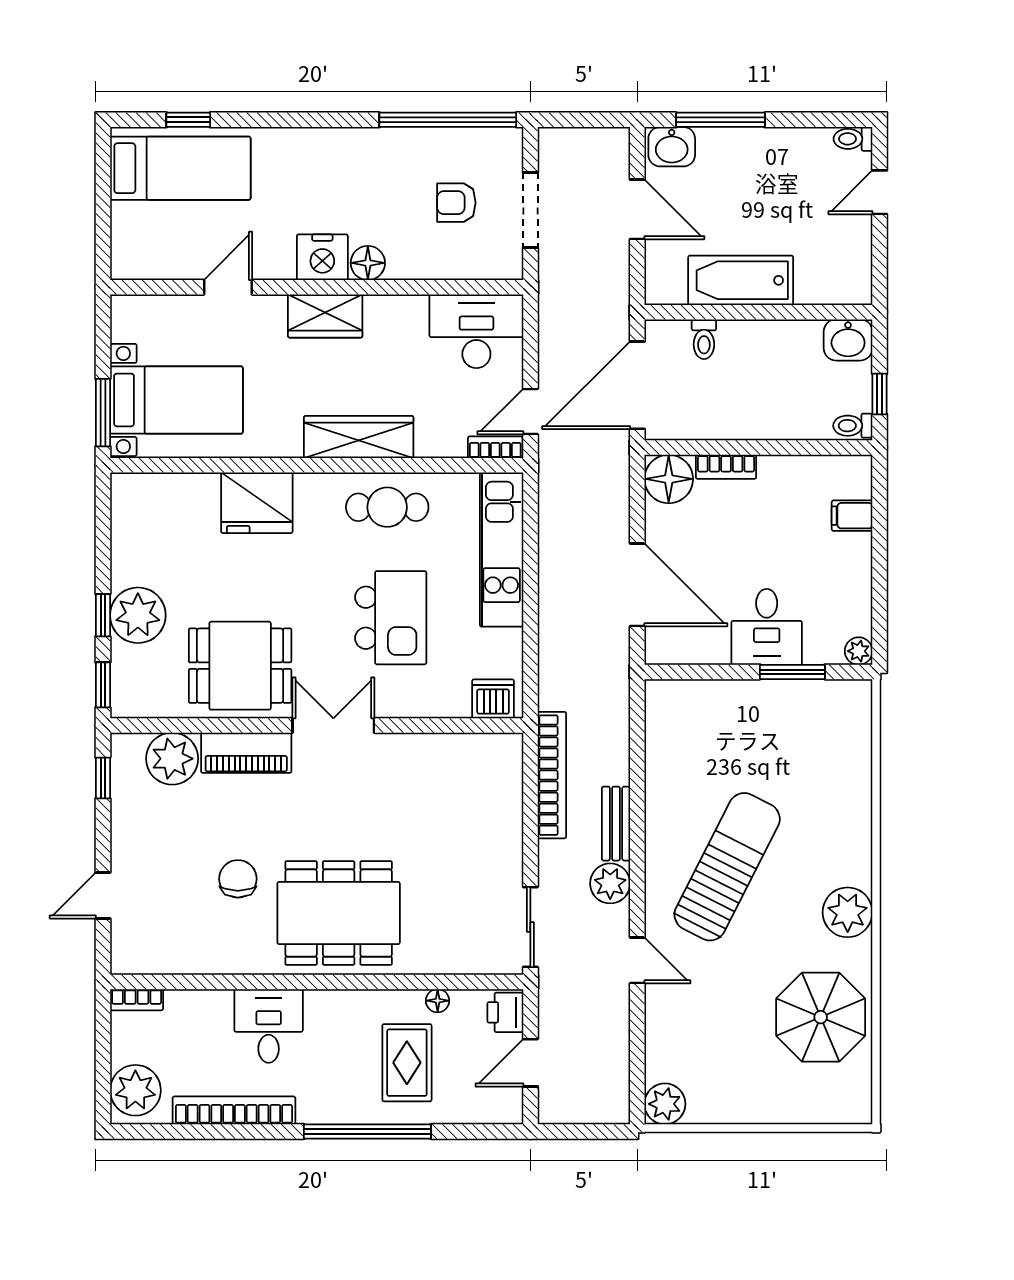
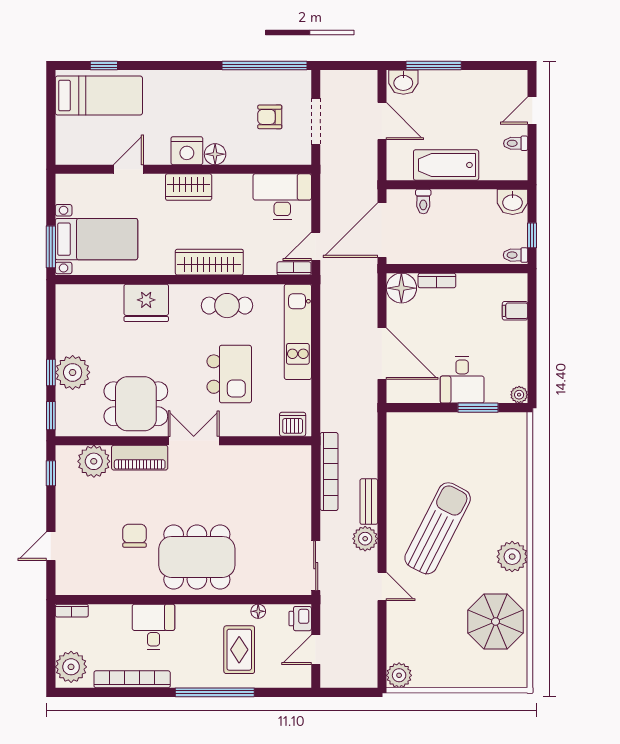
toilet: (853, 139) -> (516, 143), moved

